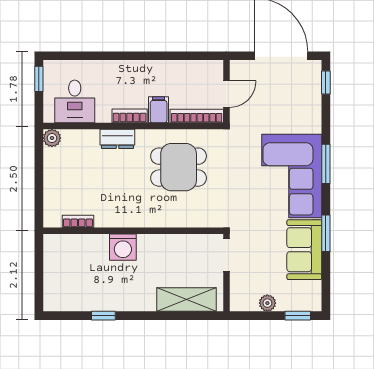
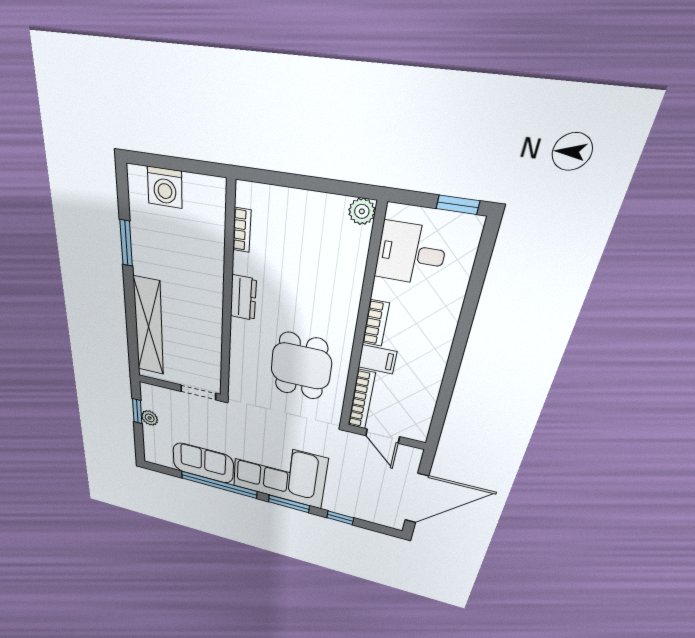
window: (326, 82) -> (340, 518), moved
dresser: (117, 139) -> (243, 298), moved, turned 180
window: (326, 233) -> (219, 485), width x2.11
washing machine: (123, 247) -> (165, 187), moved, turned -90
shelving: (186, 300) -> (149, 327), width x1.47
window: (103, 316) -> (126, 243), width x1.50
window: (298, 316) -> (137, 411), moved

